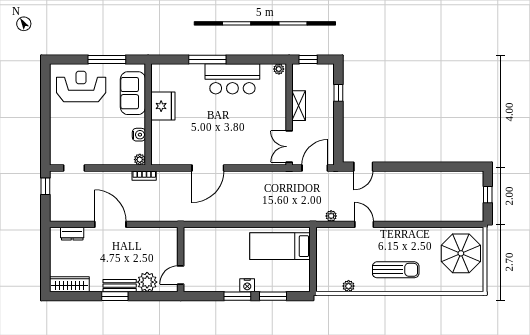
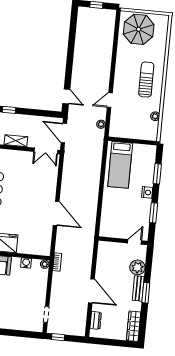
door: (110, 224) -> (91, 291), swing flipped
door: (181, 275) -> (135, 242), swing flipped
window: (237, 296) -> (153, 213), moved

